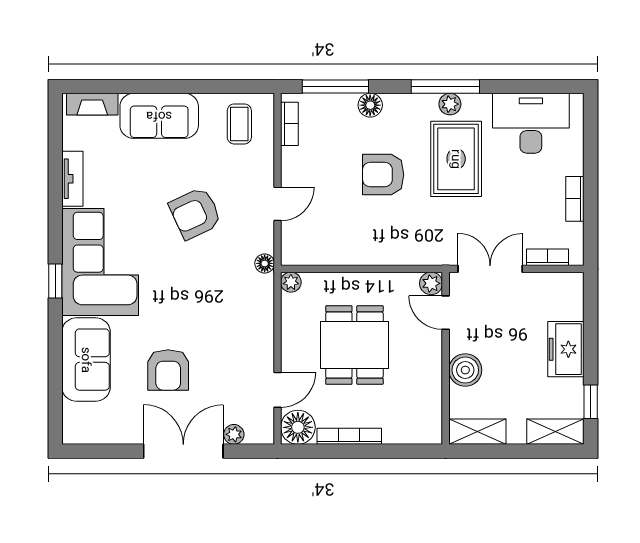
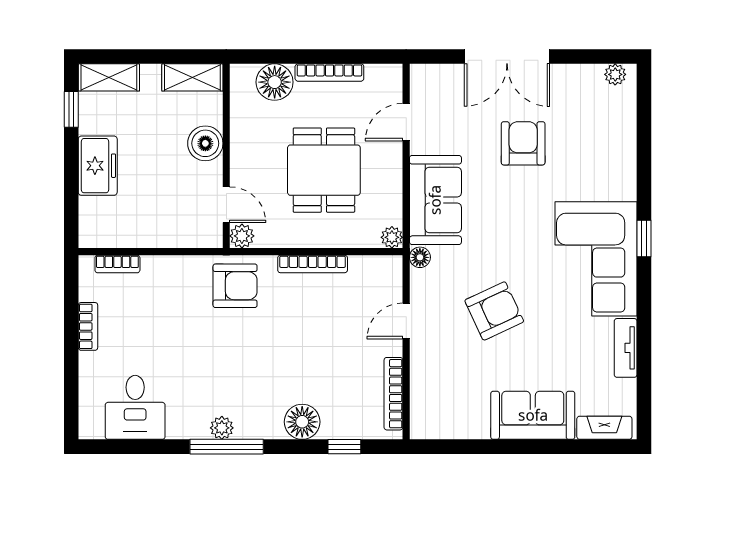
window: (335, 87) -> (344, 447), width x0.46
floor lamp: (370, 105) -> (302, 422), width x1.38, depth x1.38
desk: (531, 123) -> (135, 407), width x0.73
coffee table: (239, 124) -> (447, 407), removed
bookcase: (289, 124) -> (393, 394), width x1.56
rug: (456, 159) -> (215, 369), removed
armchair: (383, 175) -> (235, 286), moved
bookcase: (365, 257) -> (313, 264), added
double door: (490, 269) -> (179, 252), removed
sofa: (86, 360) -> (435, 200), moved, turned 180
floor lamp: (298, 427) -> (275, 82), moved
plant: (234, 434) -> (615, 74), moved

